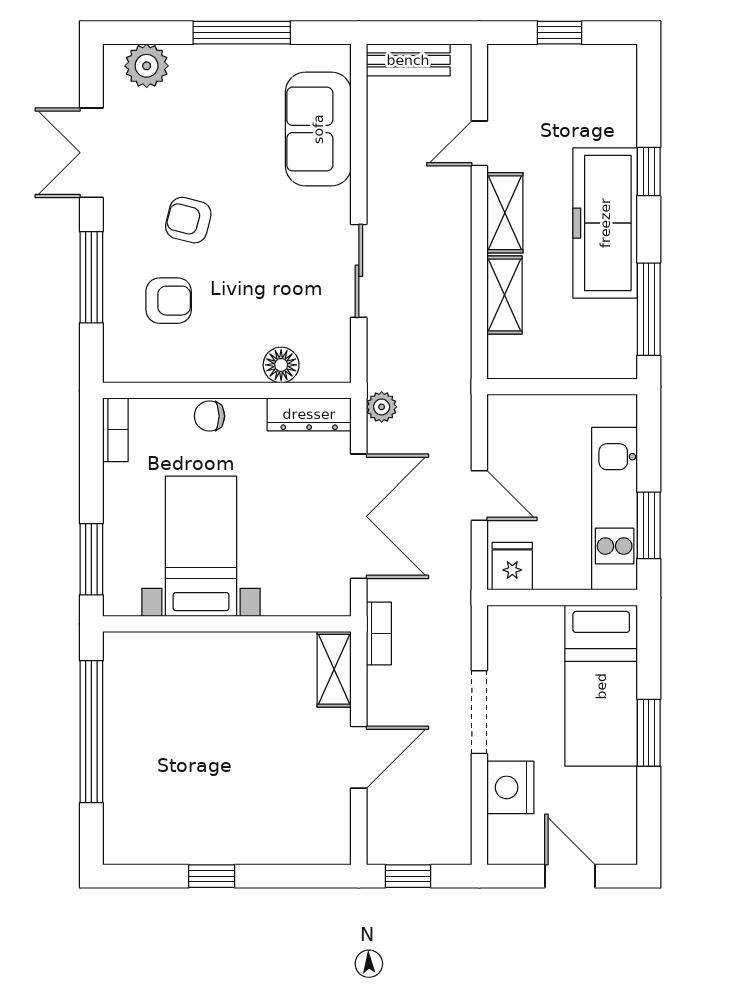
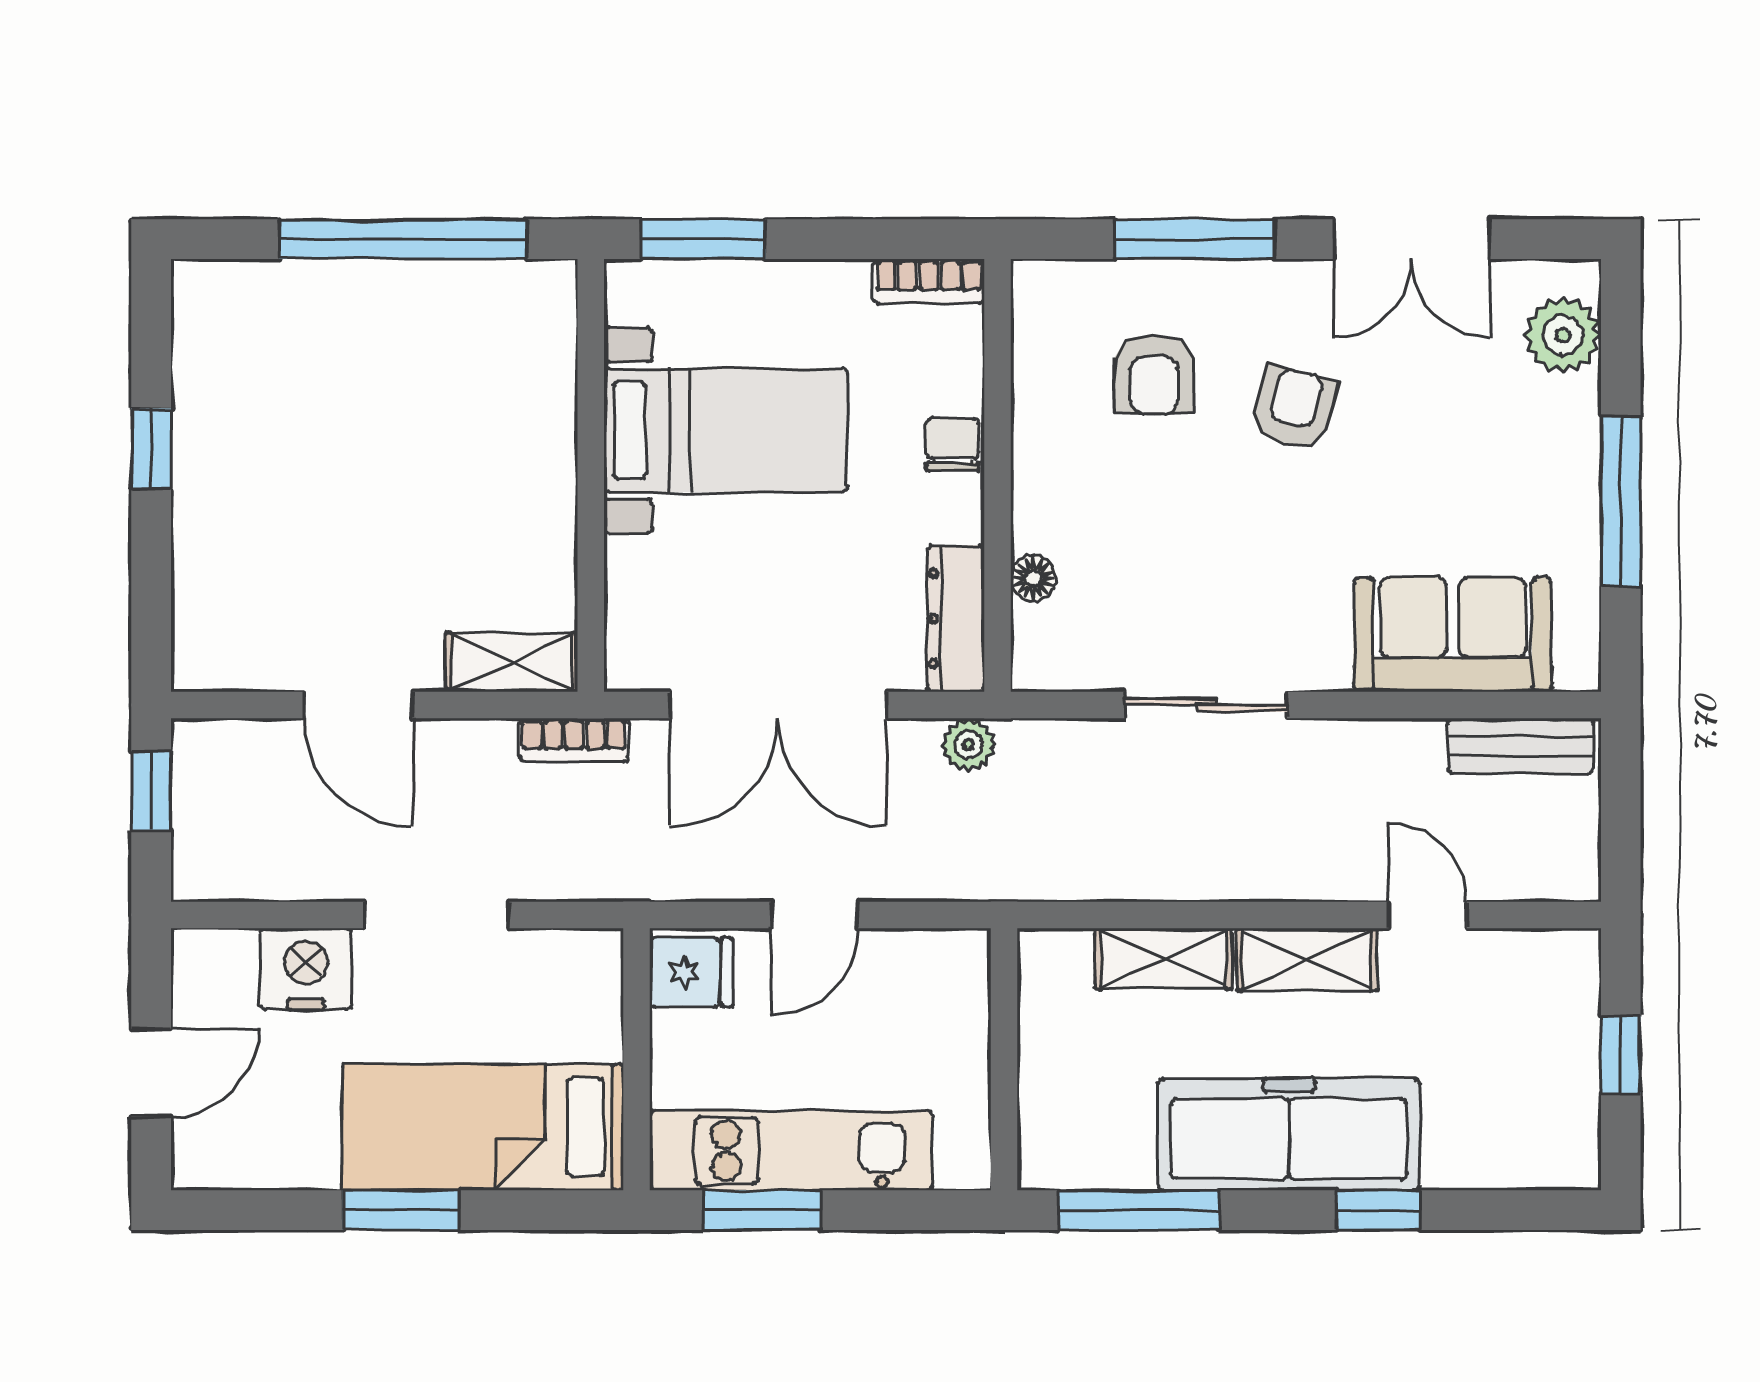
bench: (408, 60) -> (1521, 746), moved, turned 90
double door: (91, 153) -> (1411, 239), swing flipped
floor lamp: (281, 365) -> (1033, 578), width x0.73, depth x0.73

